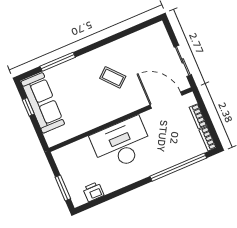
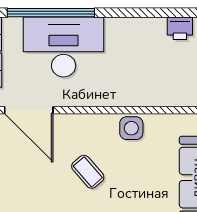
side table: (97, 116) -> (131, 128), added
desk: (121, 144) -> (64, 47), moved, turned 180

